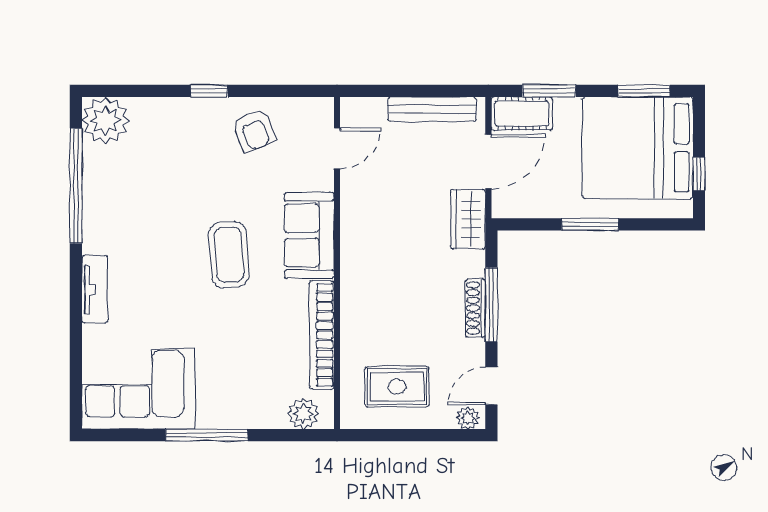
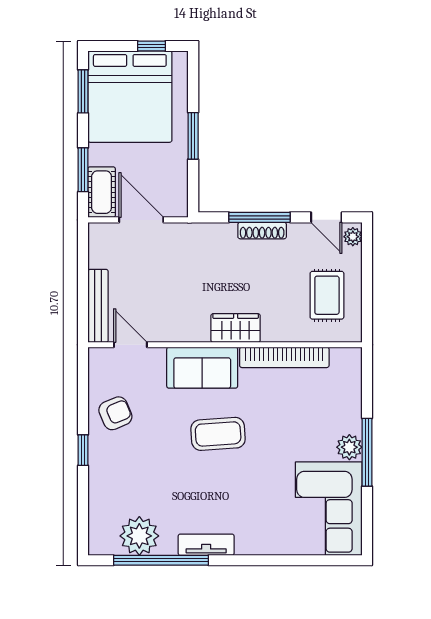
bench: (432, 109) -> (98, 306), moved
plant: (105, 120) -> (139, 536), moved
wardrobe: (468, 219) -> (236, 328), moved, turned 180
tv unit: (95, 289) -> (206, 545), moved
plant: (303, 414) -> (349, 447), moved

